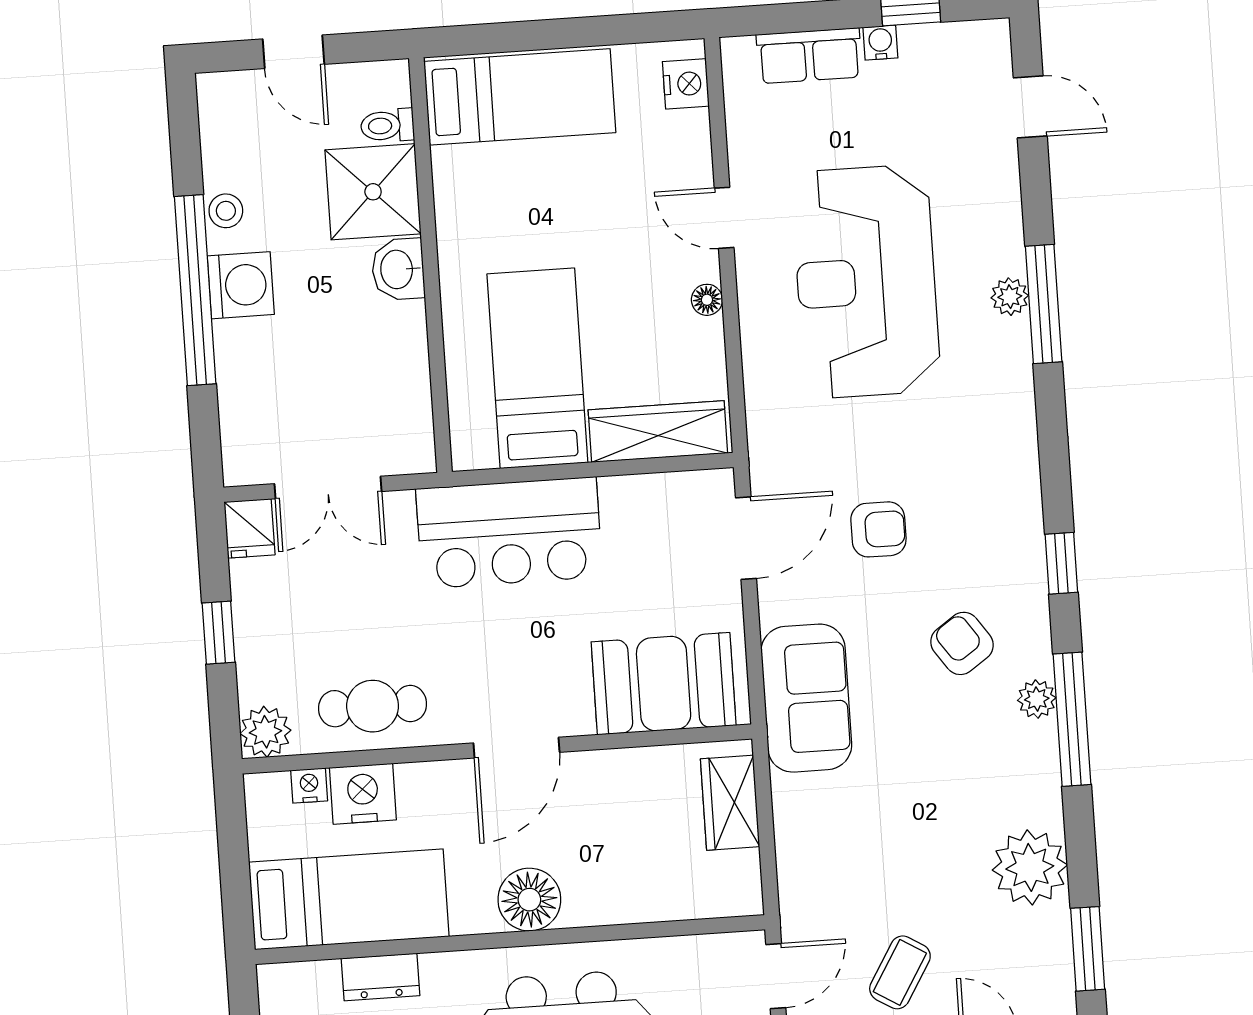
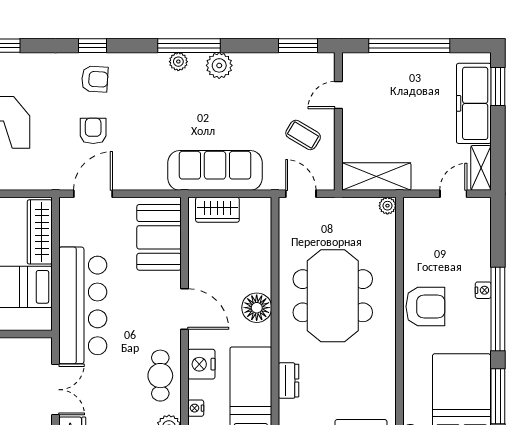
bar counter: (509, 533) -> (83, 305), width x1.36
door: (746, 538) -> (93, 194), hinge flipped
window: (1061, 563) -> (93, 46), moved
armchair: (962, 643) -> (95, 79), moved, turned -142
sofa: (806, 698) -> (215, 170), moved, width x1.36
nightstand: (363, 794) -> (201, 364), moved
plant: (1030, 867) -> (219, 65), moved, width x0.73, depth x0.73

